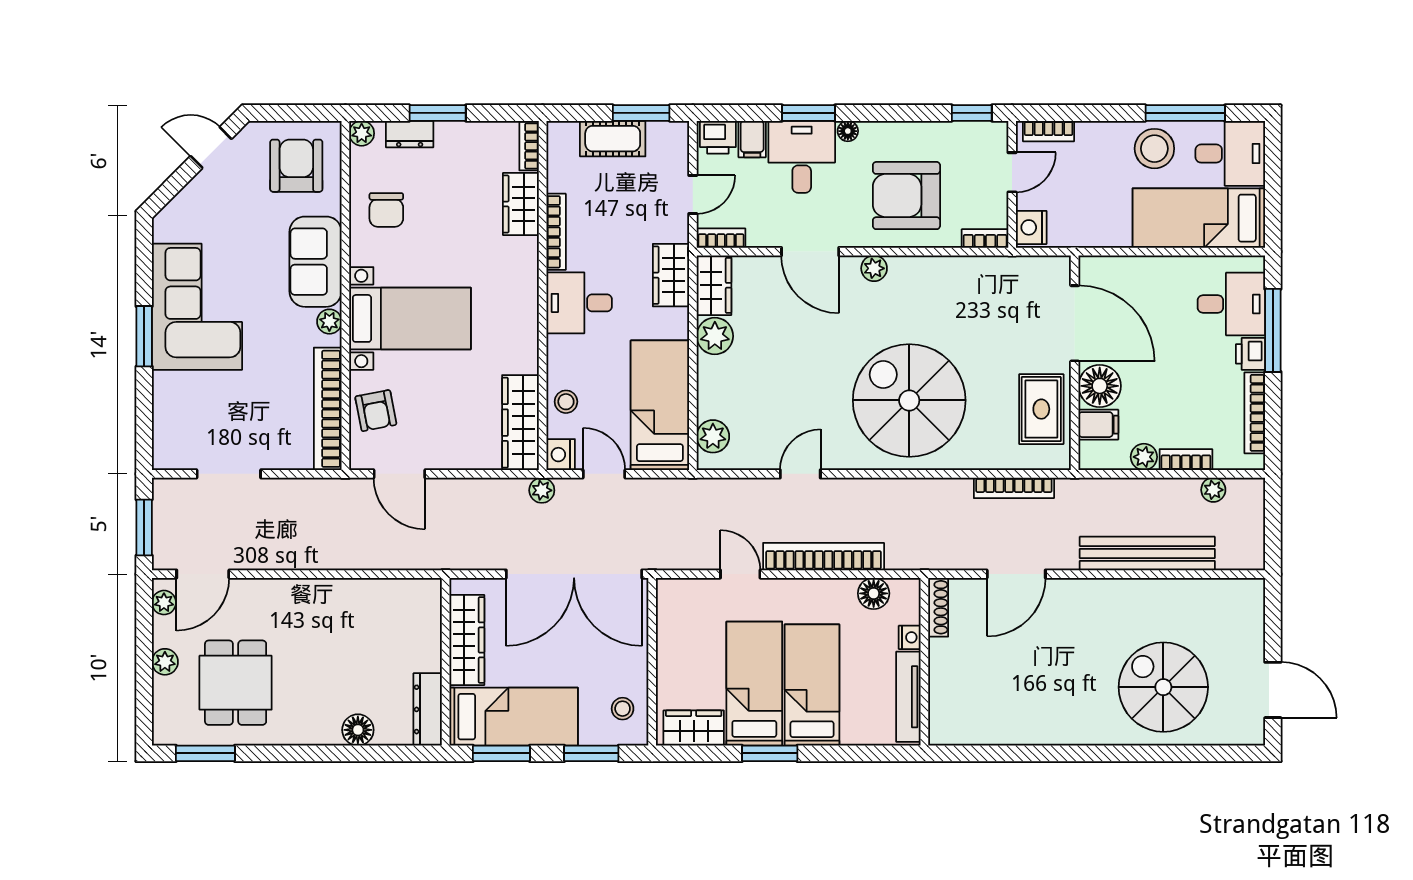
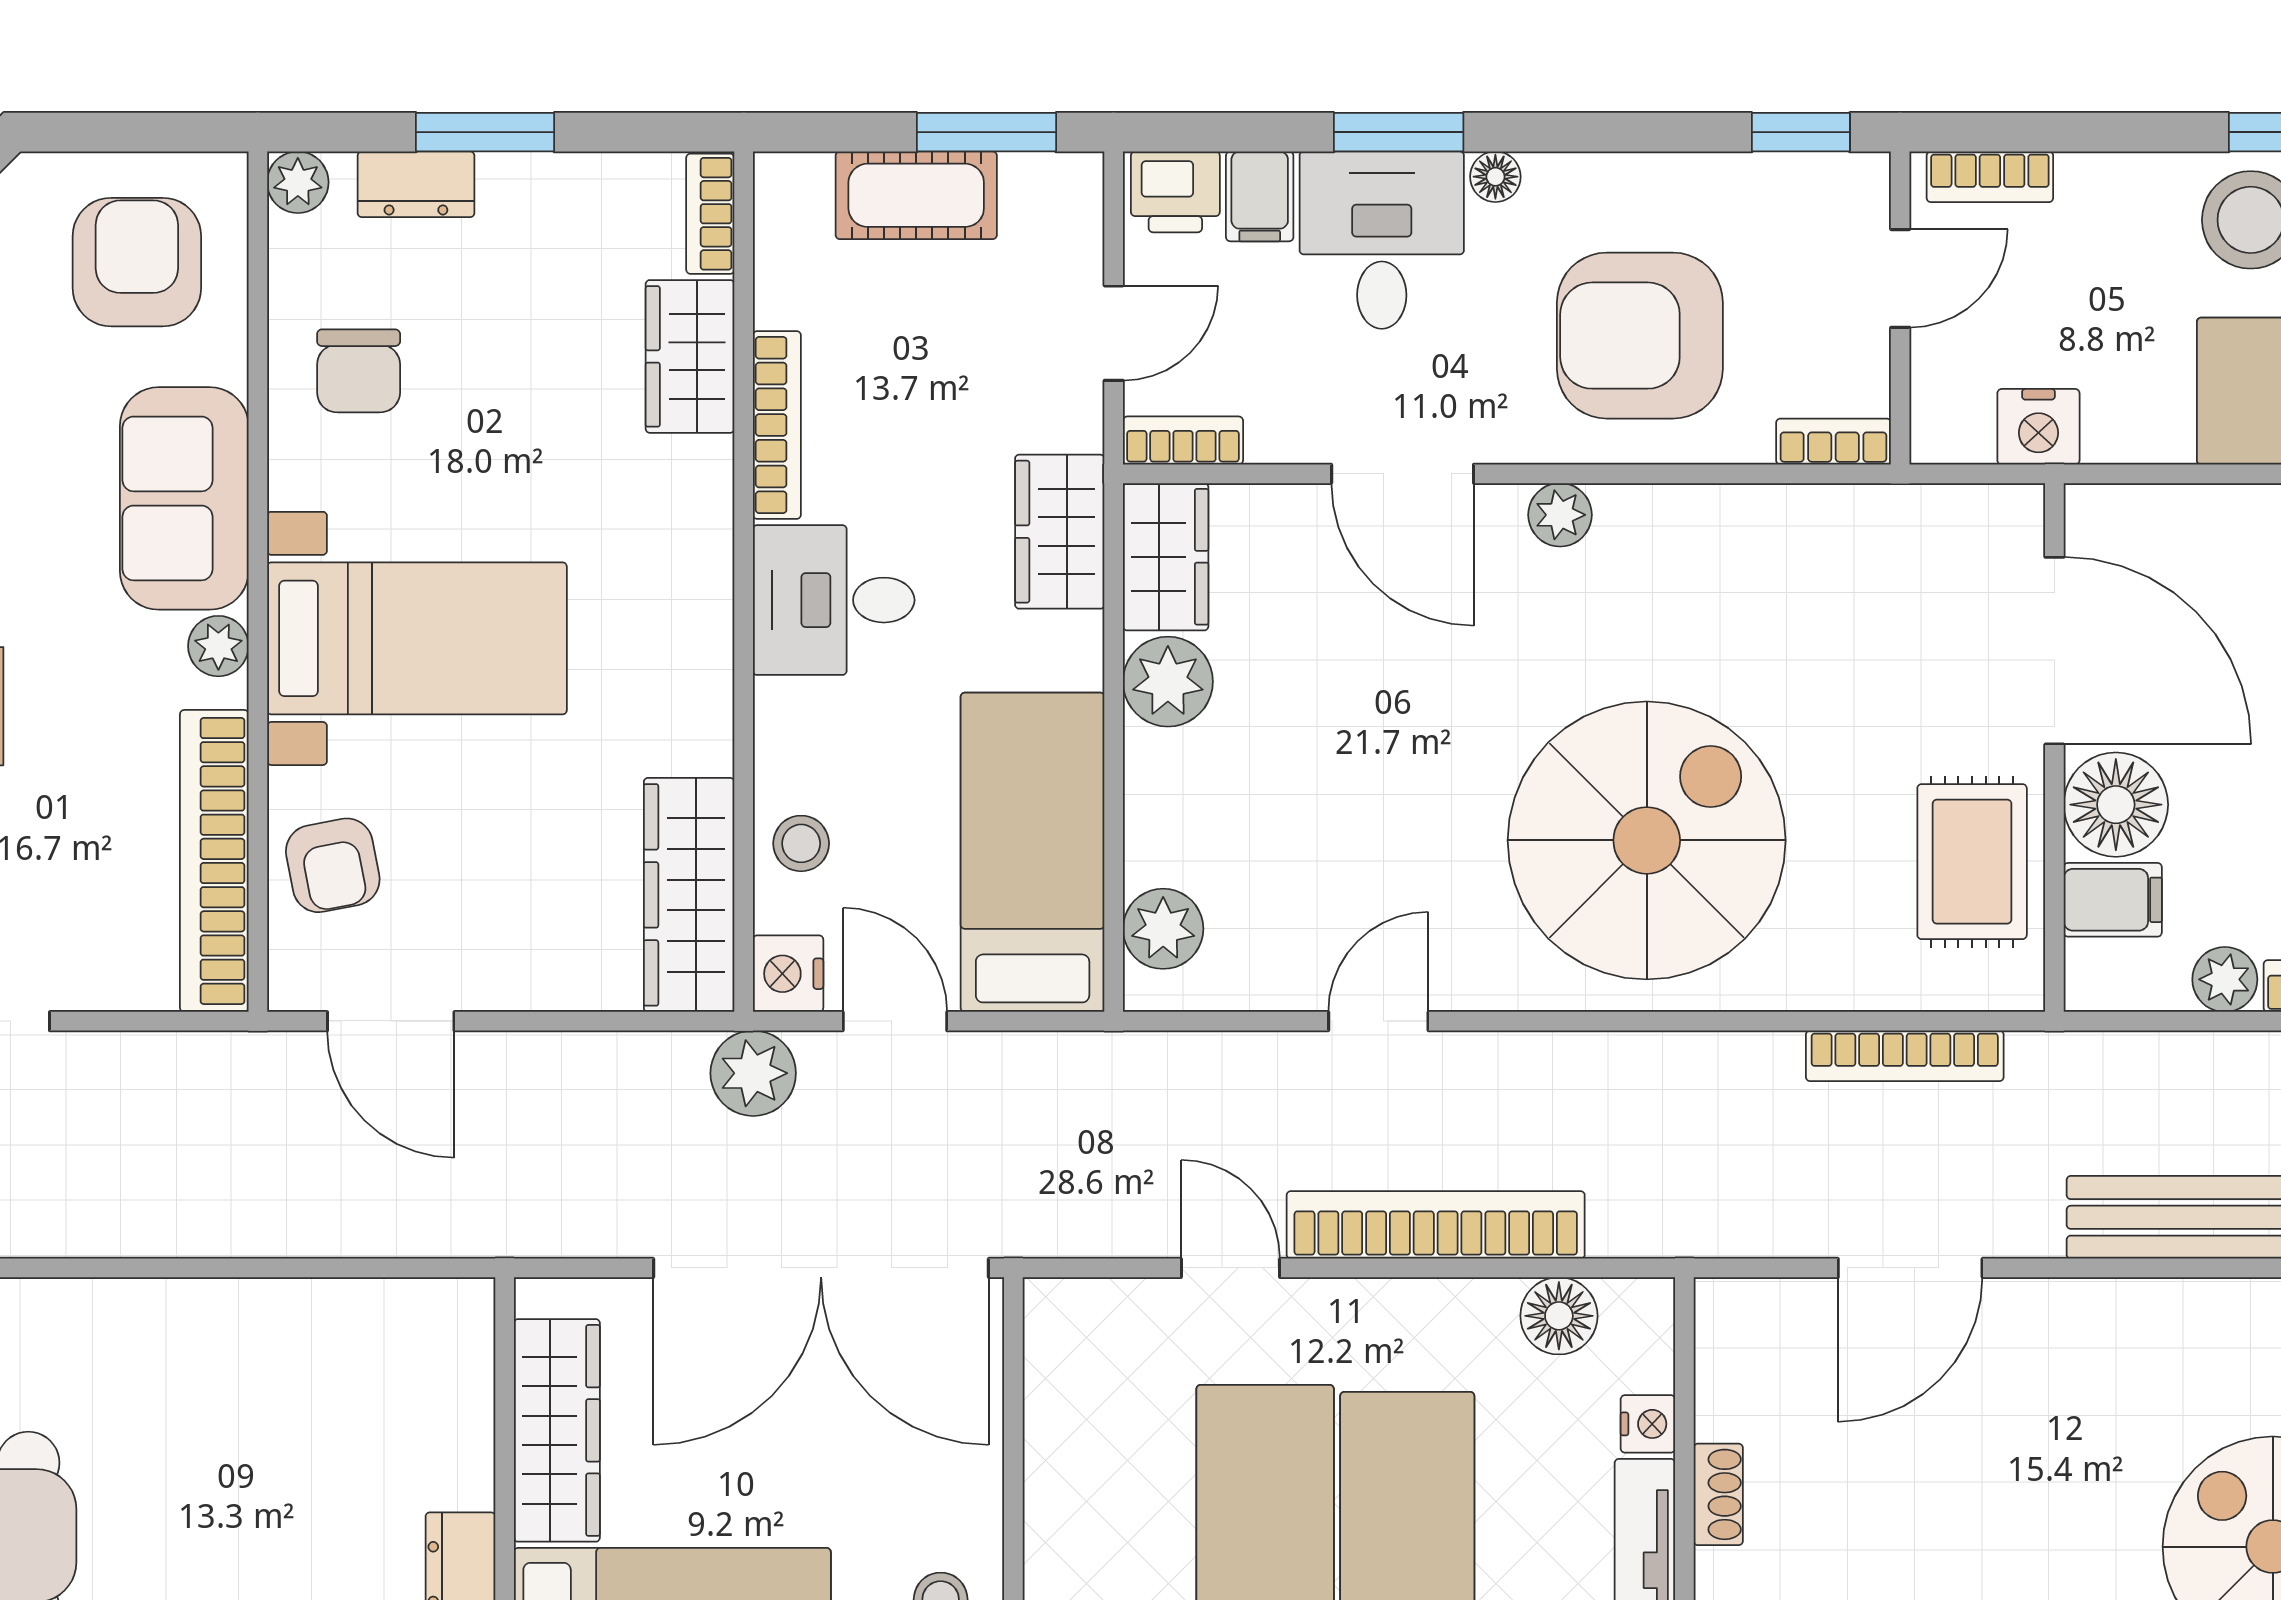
nightstand: (1031, 227) -> (2038, 427), moved, turned -90
spiral stairs: (909, 400) -> (1647, 840), turned 90
plant: (542, 490) -> (753, 1073), width x1.38, depth x1.38
shoe rack: (938, 607) -> (1718, 1494), moved, width x0.70

